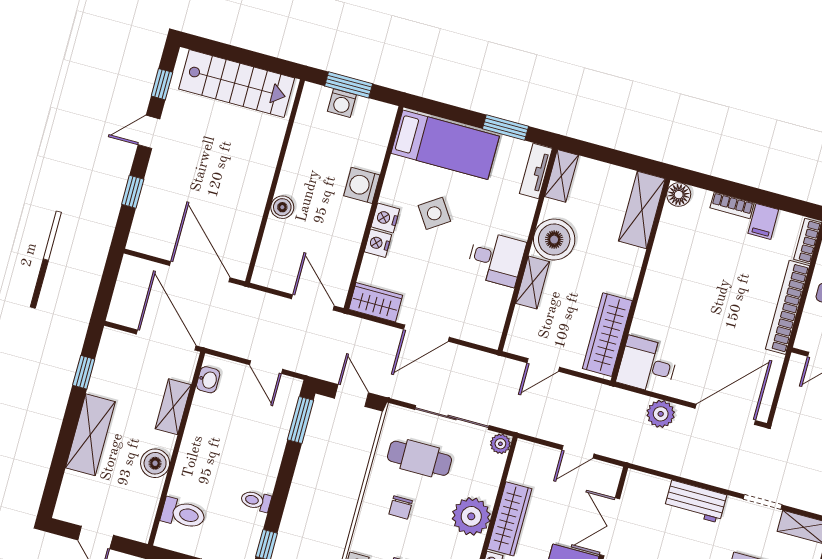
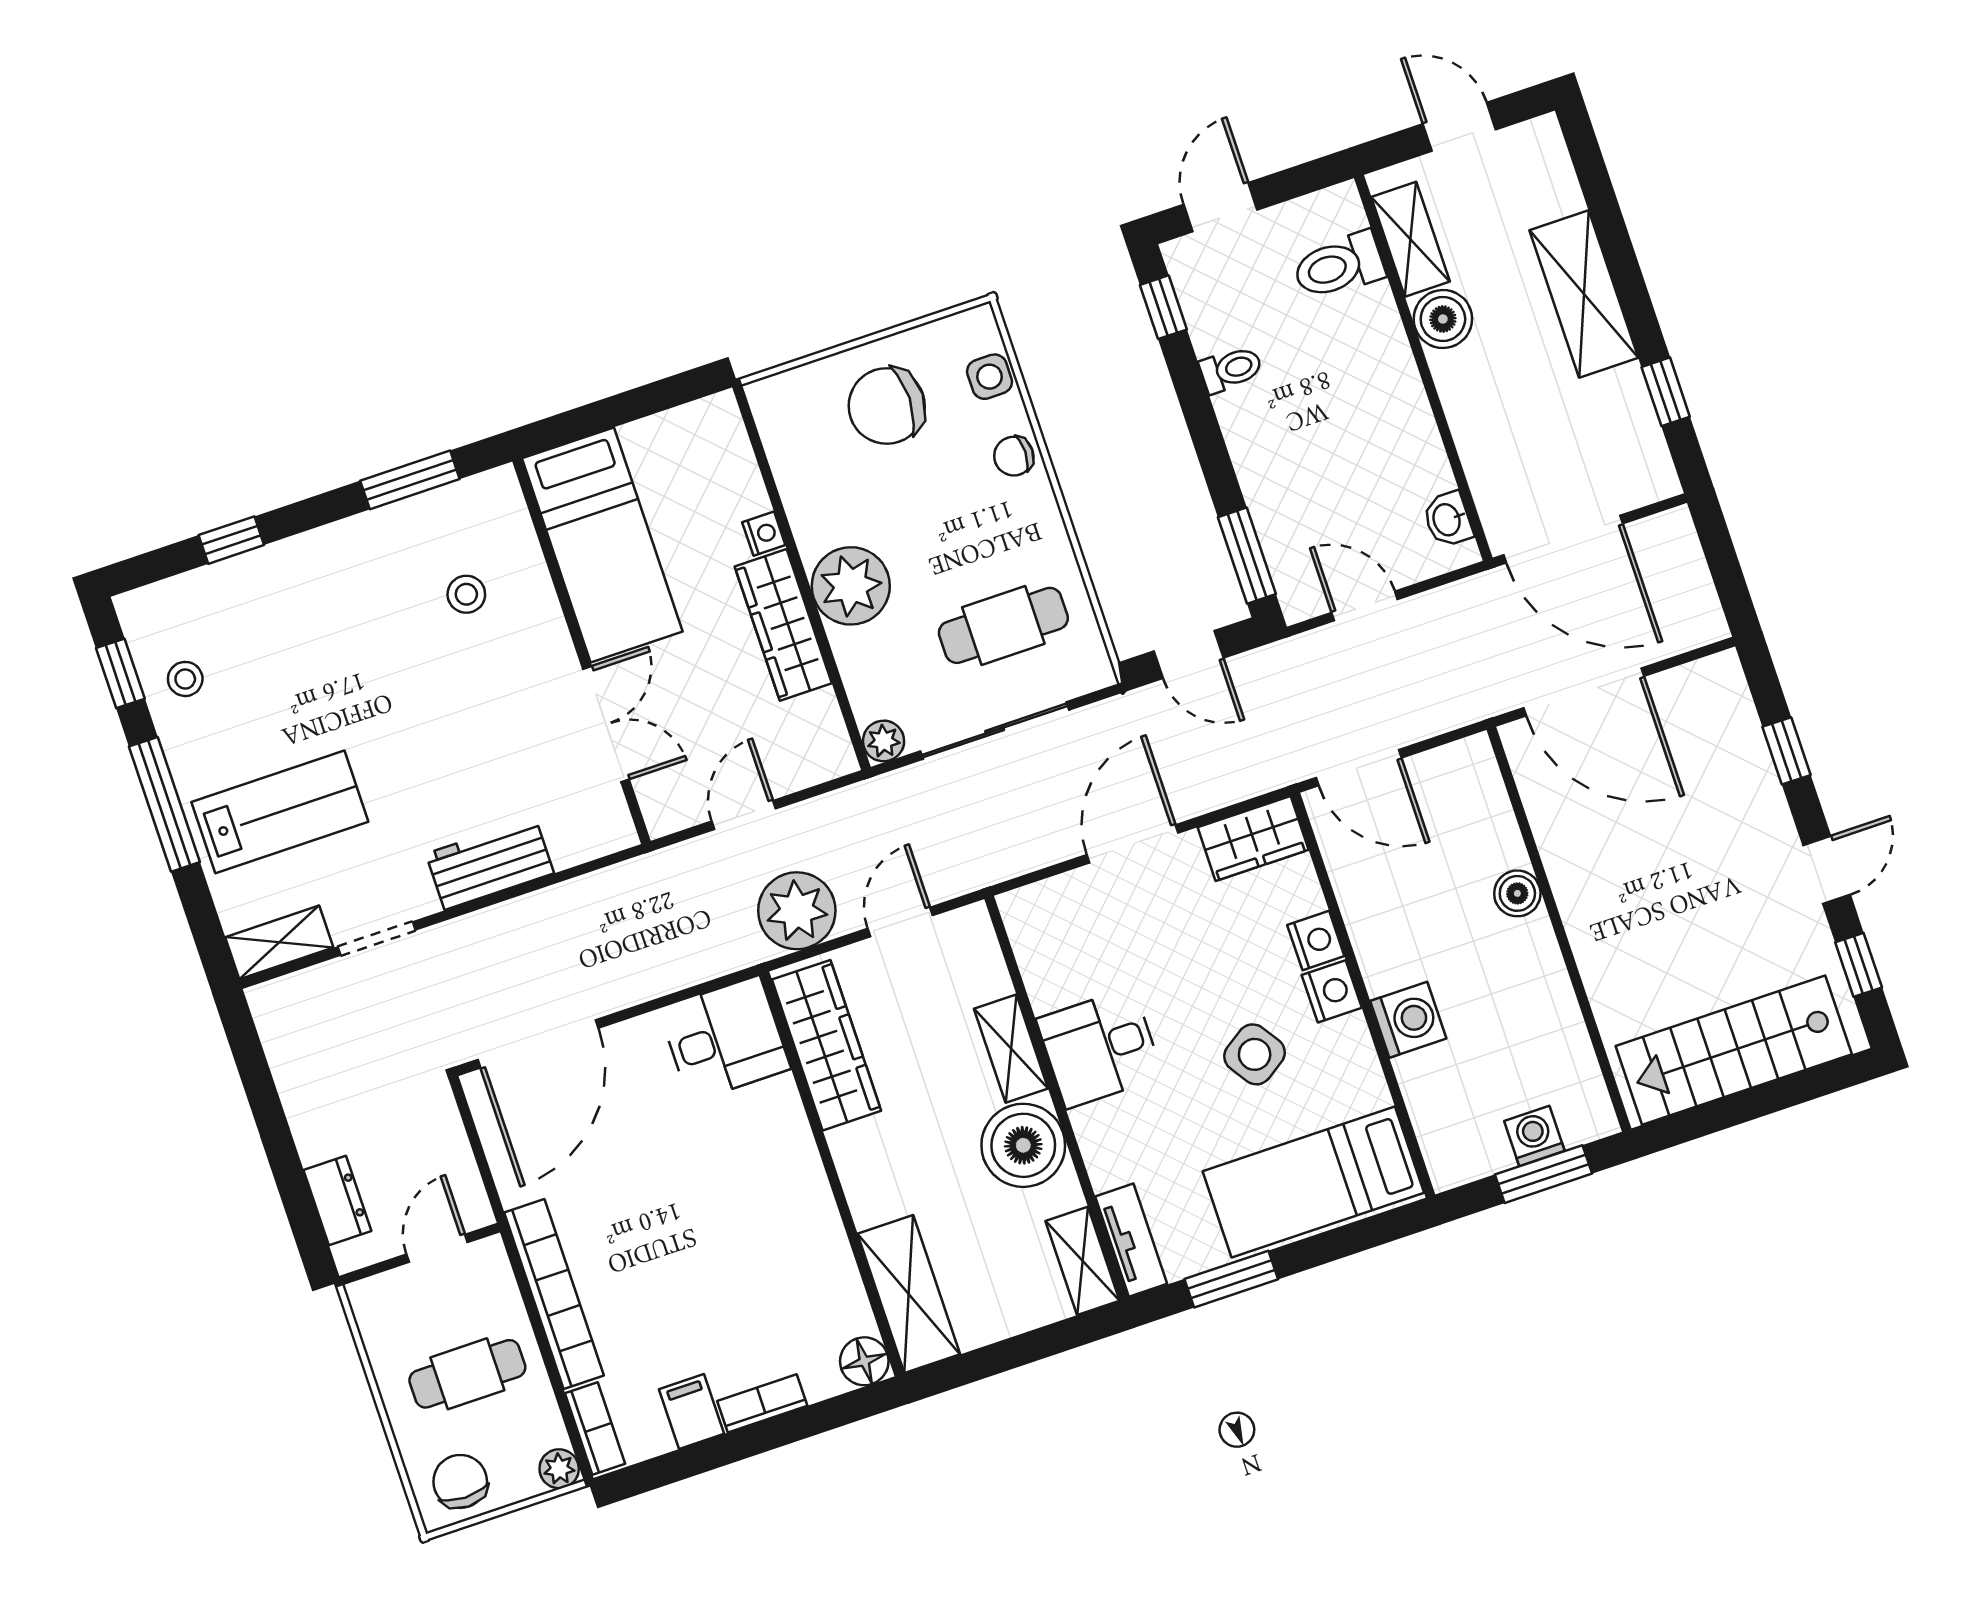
shelving: (173, 407) -> (1410, 239), moved
plant: (661, 414) -> (797, 911), moved, width x1.36, depth x1.36
chair: (401, 507) -> (1014, 456), moved, turned -90

